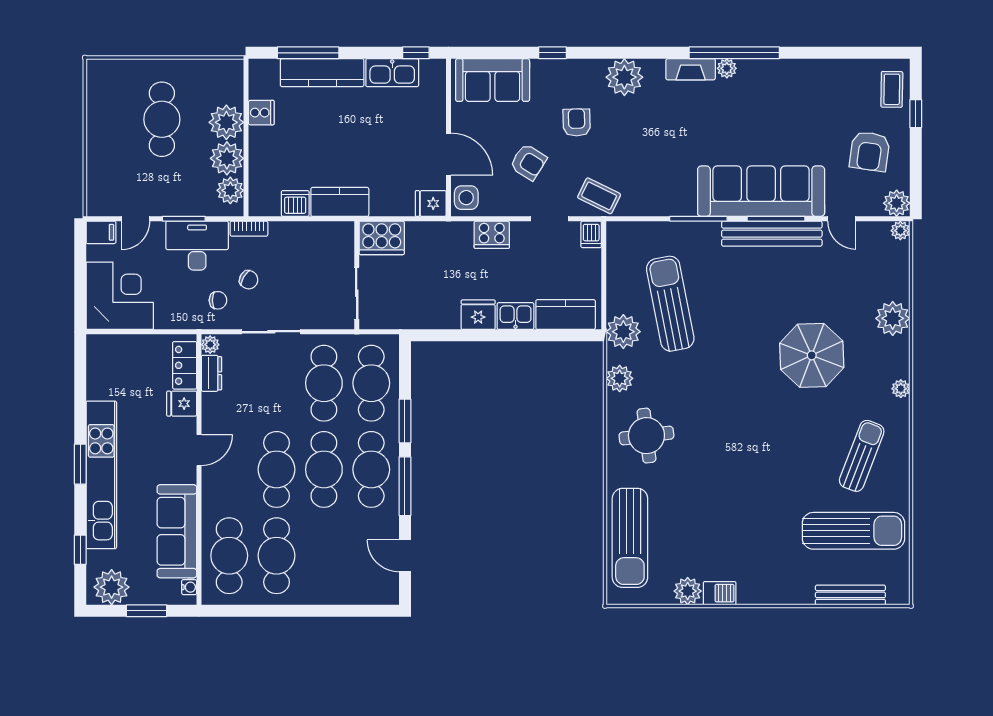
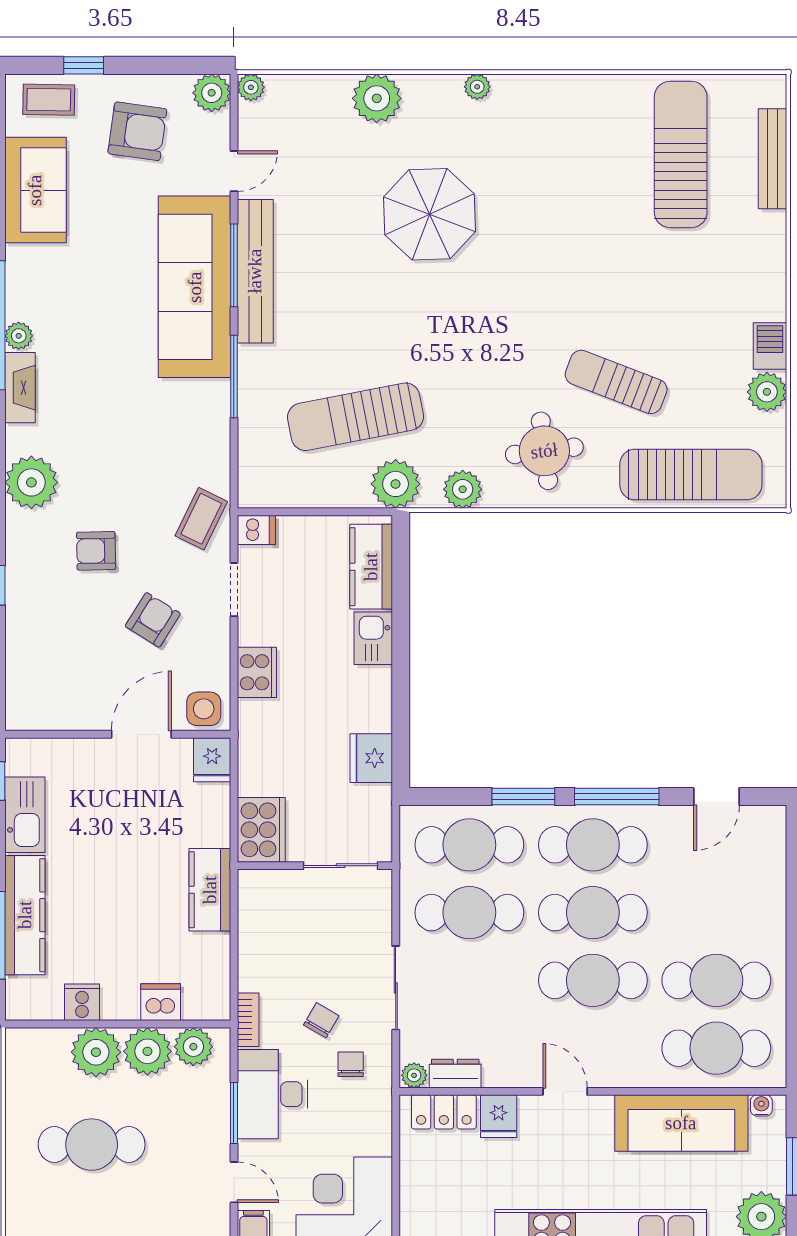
sofa: (493, 80) -> (35, 190), moved
dishwasher: (295, 203) -> (161, 1002), moved, turned 90
fridge: (478, 315) -> (371, 758), moved
sun lounger: (862, 456) -> (616, 382), moved

